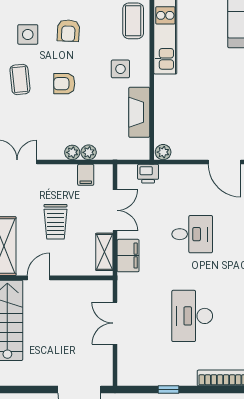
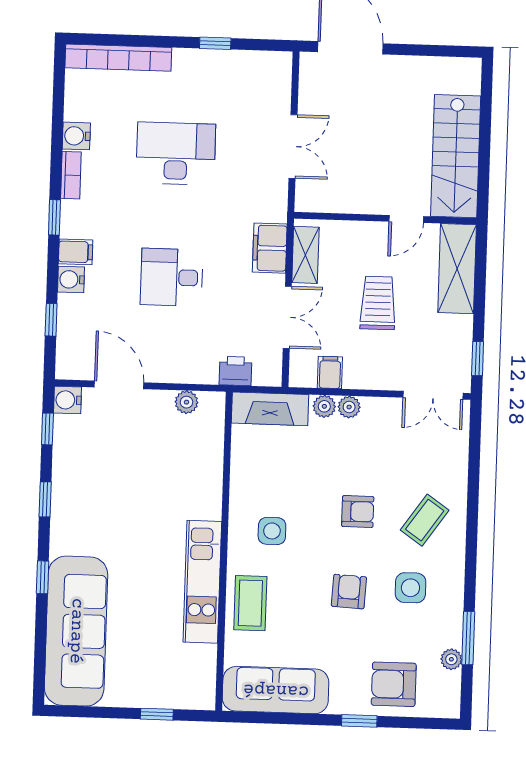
coffee table: (20, 79) -> (425, 520), turned 41
fireplace: (139, 112) -> (270, 409), moved, turned 90
plant: (163, 152) -> (186, 402), moved
double door: (115, 210) -> (287, 317), swing flipped
desk: (192, 316) -> (176, 153), turned -90

